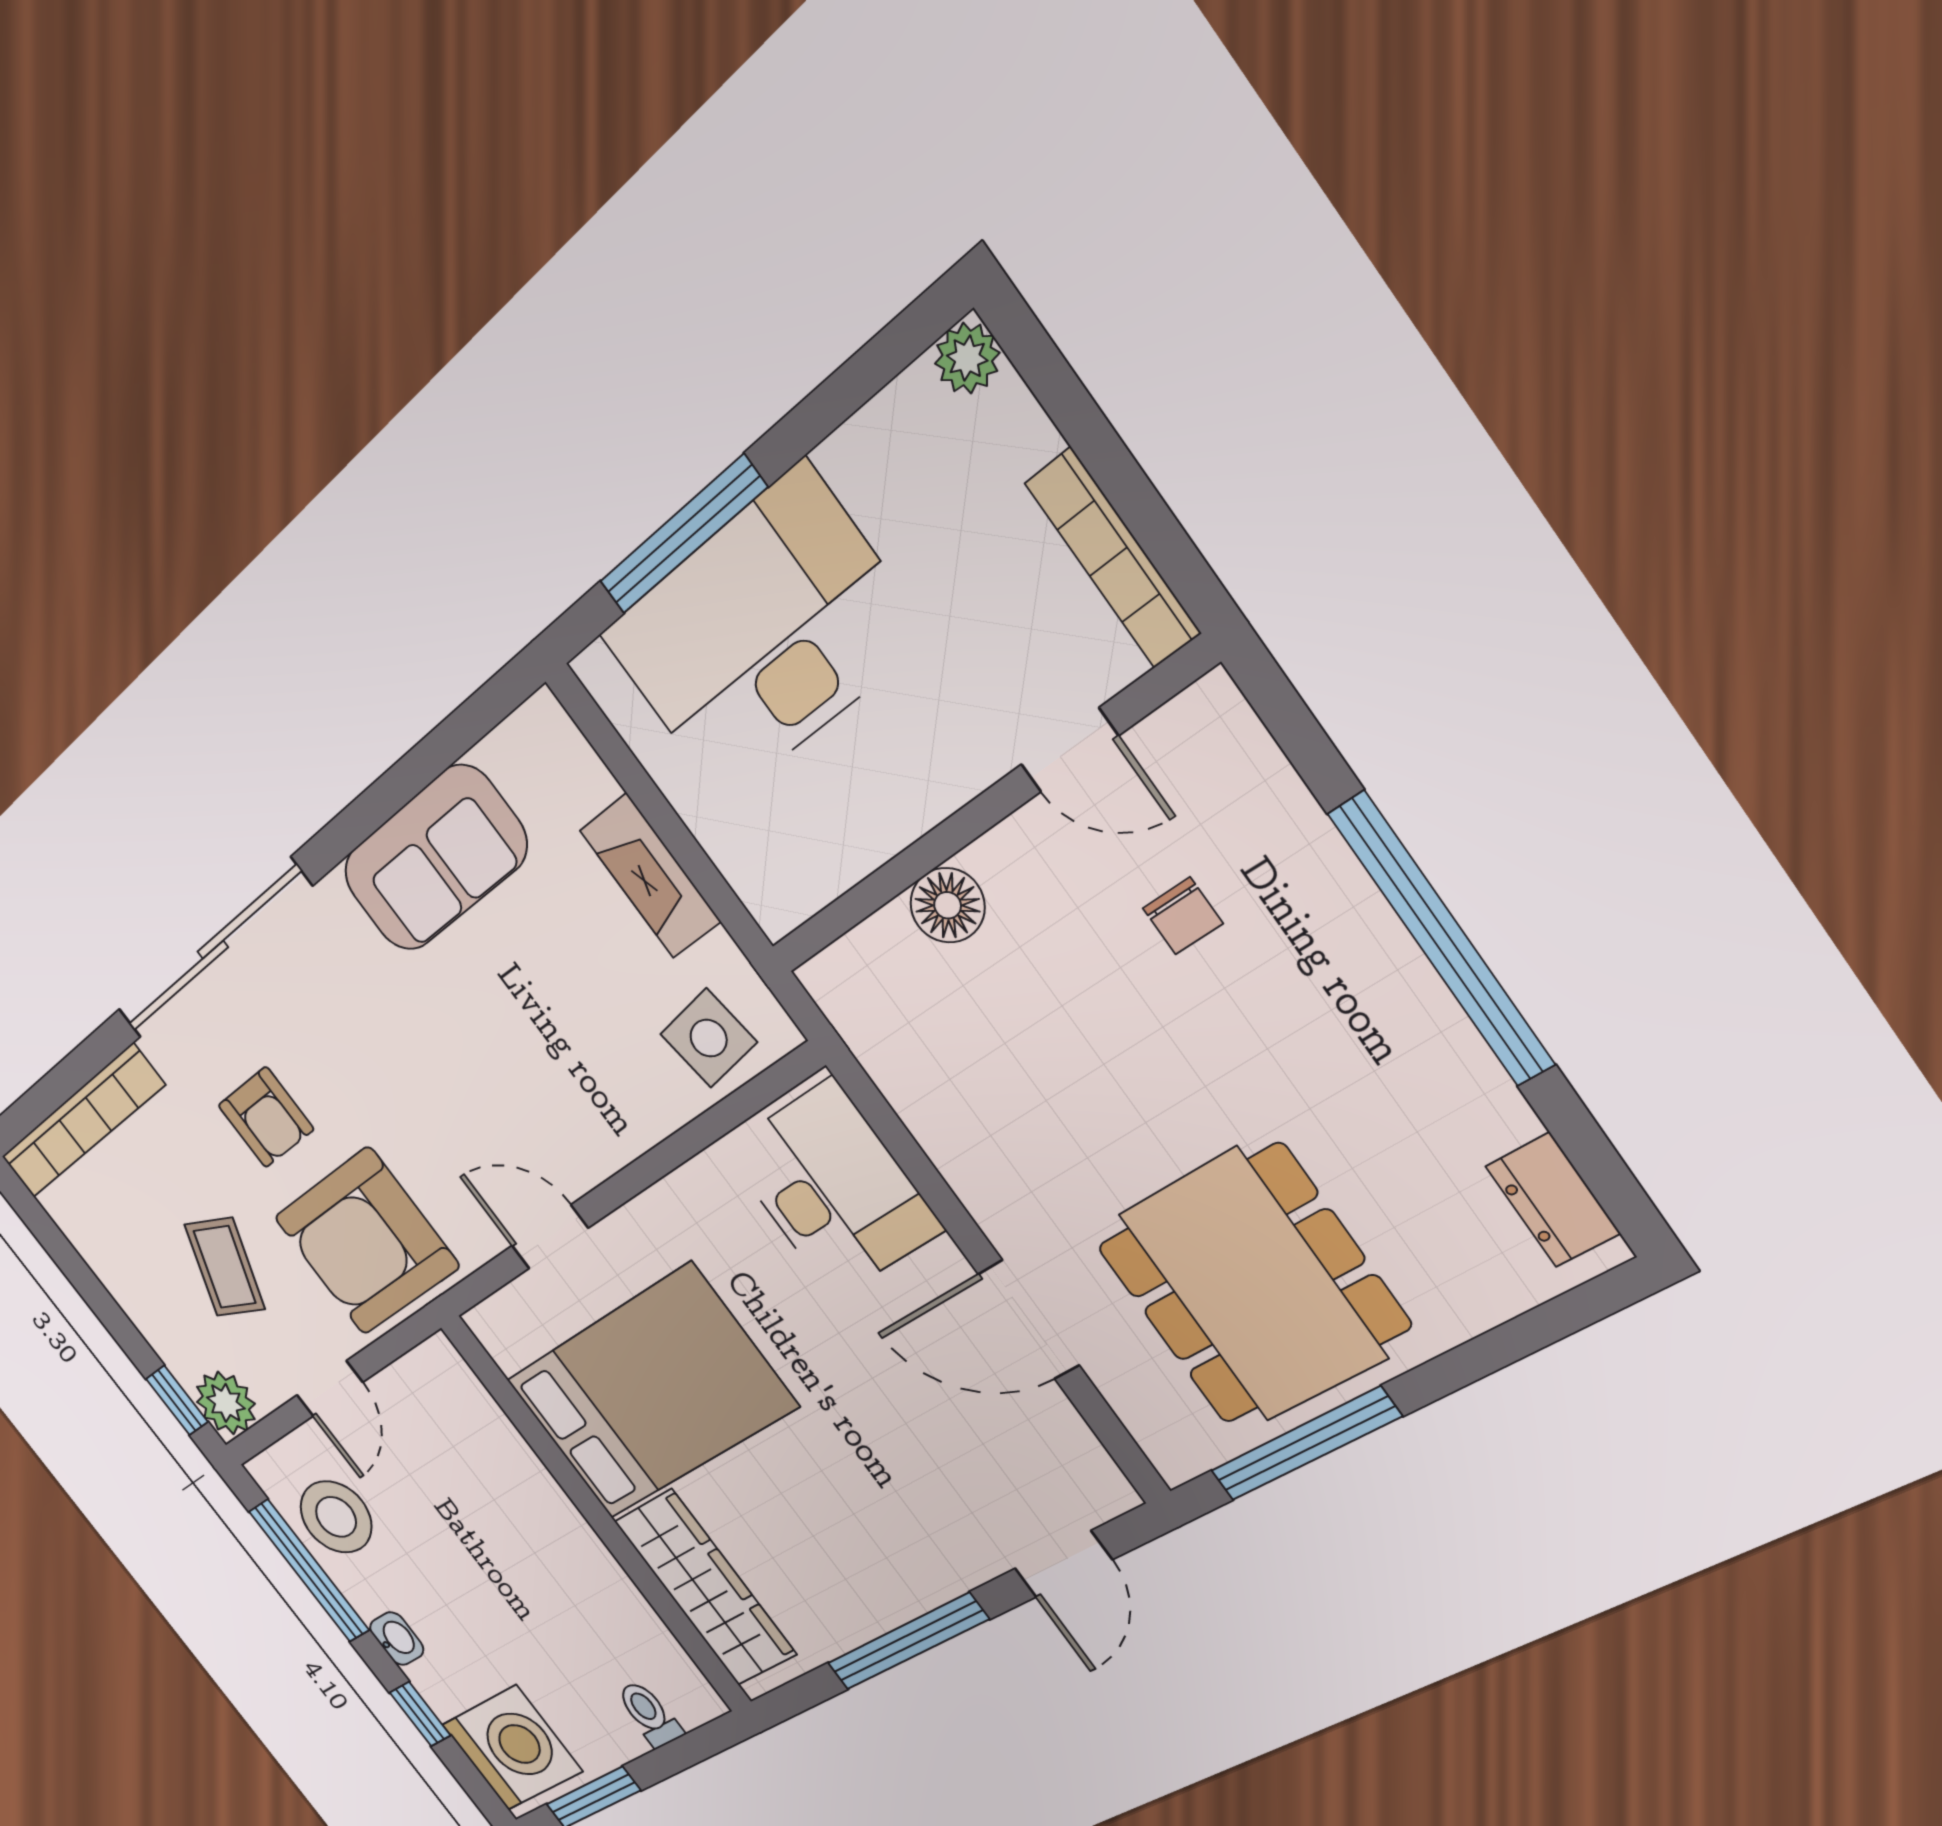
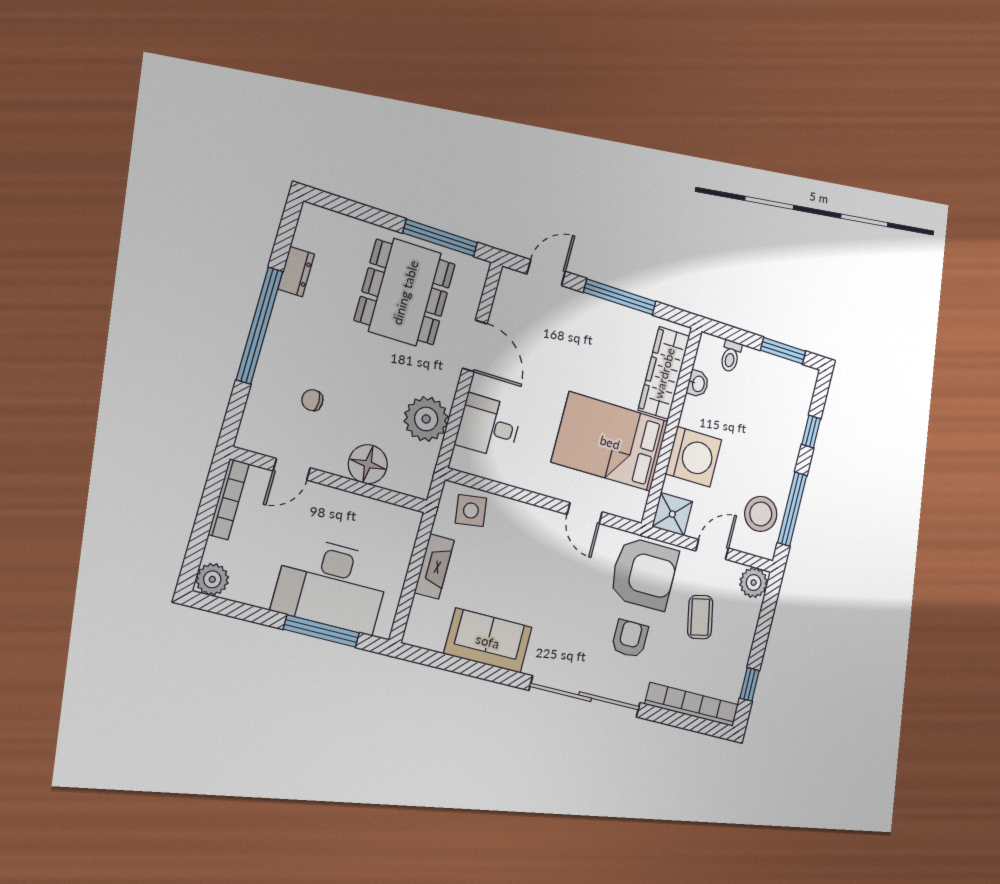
plant: (967, 358) -> (212, 579), width x1.38, depth x1.38
door: (1070, 750) -> (292, 469), swing flipped
floor lamp: (948, 905) -> (368, 464), width x1.38, depth x1.38
chair: (1183, 916) -> (312, 400), turned -90
plant: (957, 1107) -> (426, 419), added
desk: (833, 1189) -> (489, 426), width x0.73
dresser: (1553, 1200) -> (296, 272), moved
coffee table: (225, 1267) -> (700, 617), turned -35
shower: (439, 1380) -> (672, 514), added
window: (177, 1400) -> (750, 684), moved
washbasin: (397, 1639) -> (698, 384), moved, turned 180
washing machine: (512, 1748) -> (694, 457), moved, turned 180

